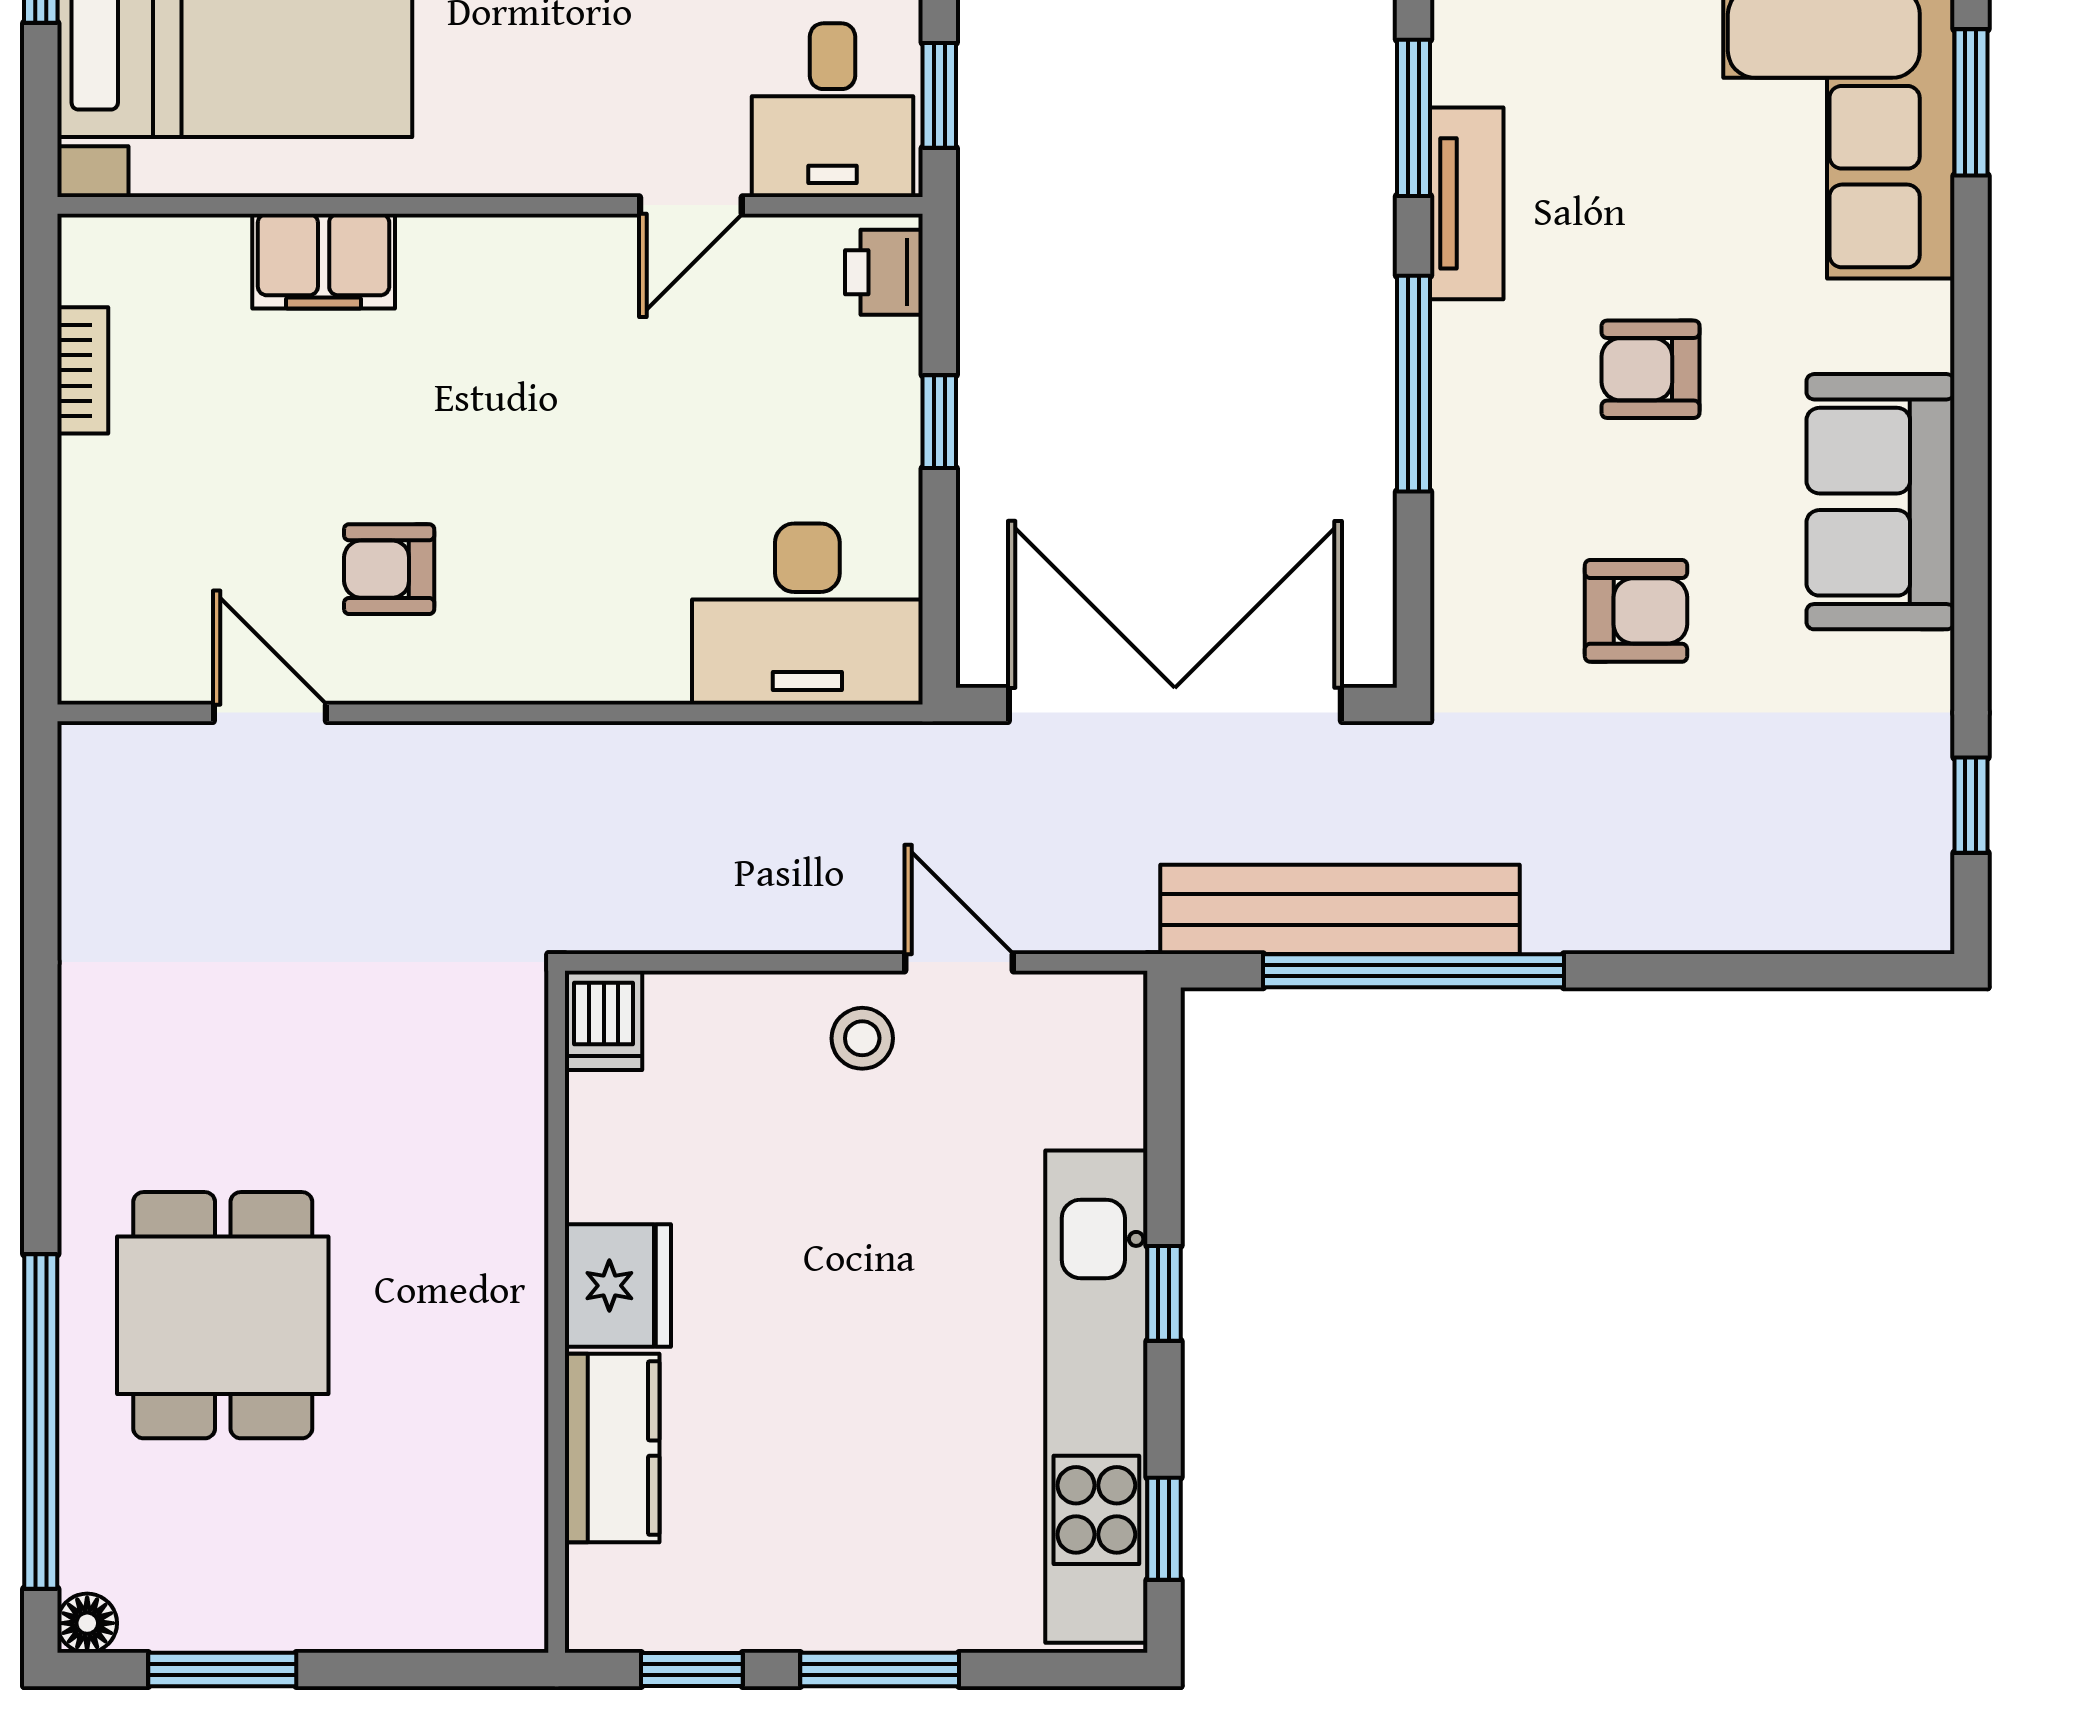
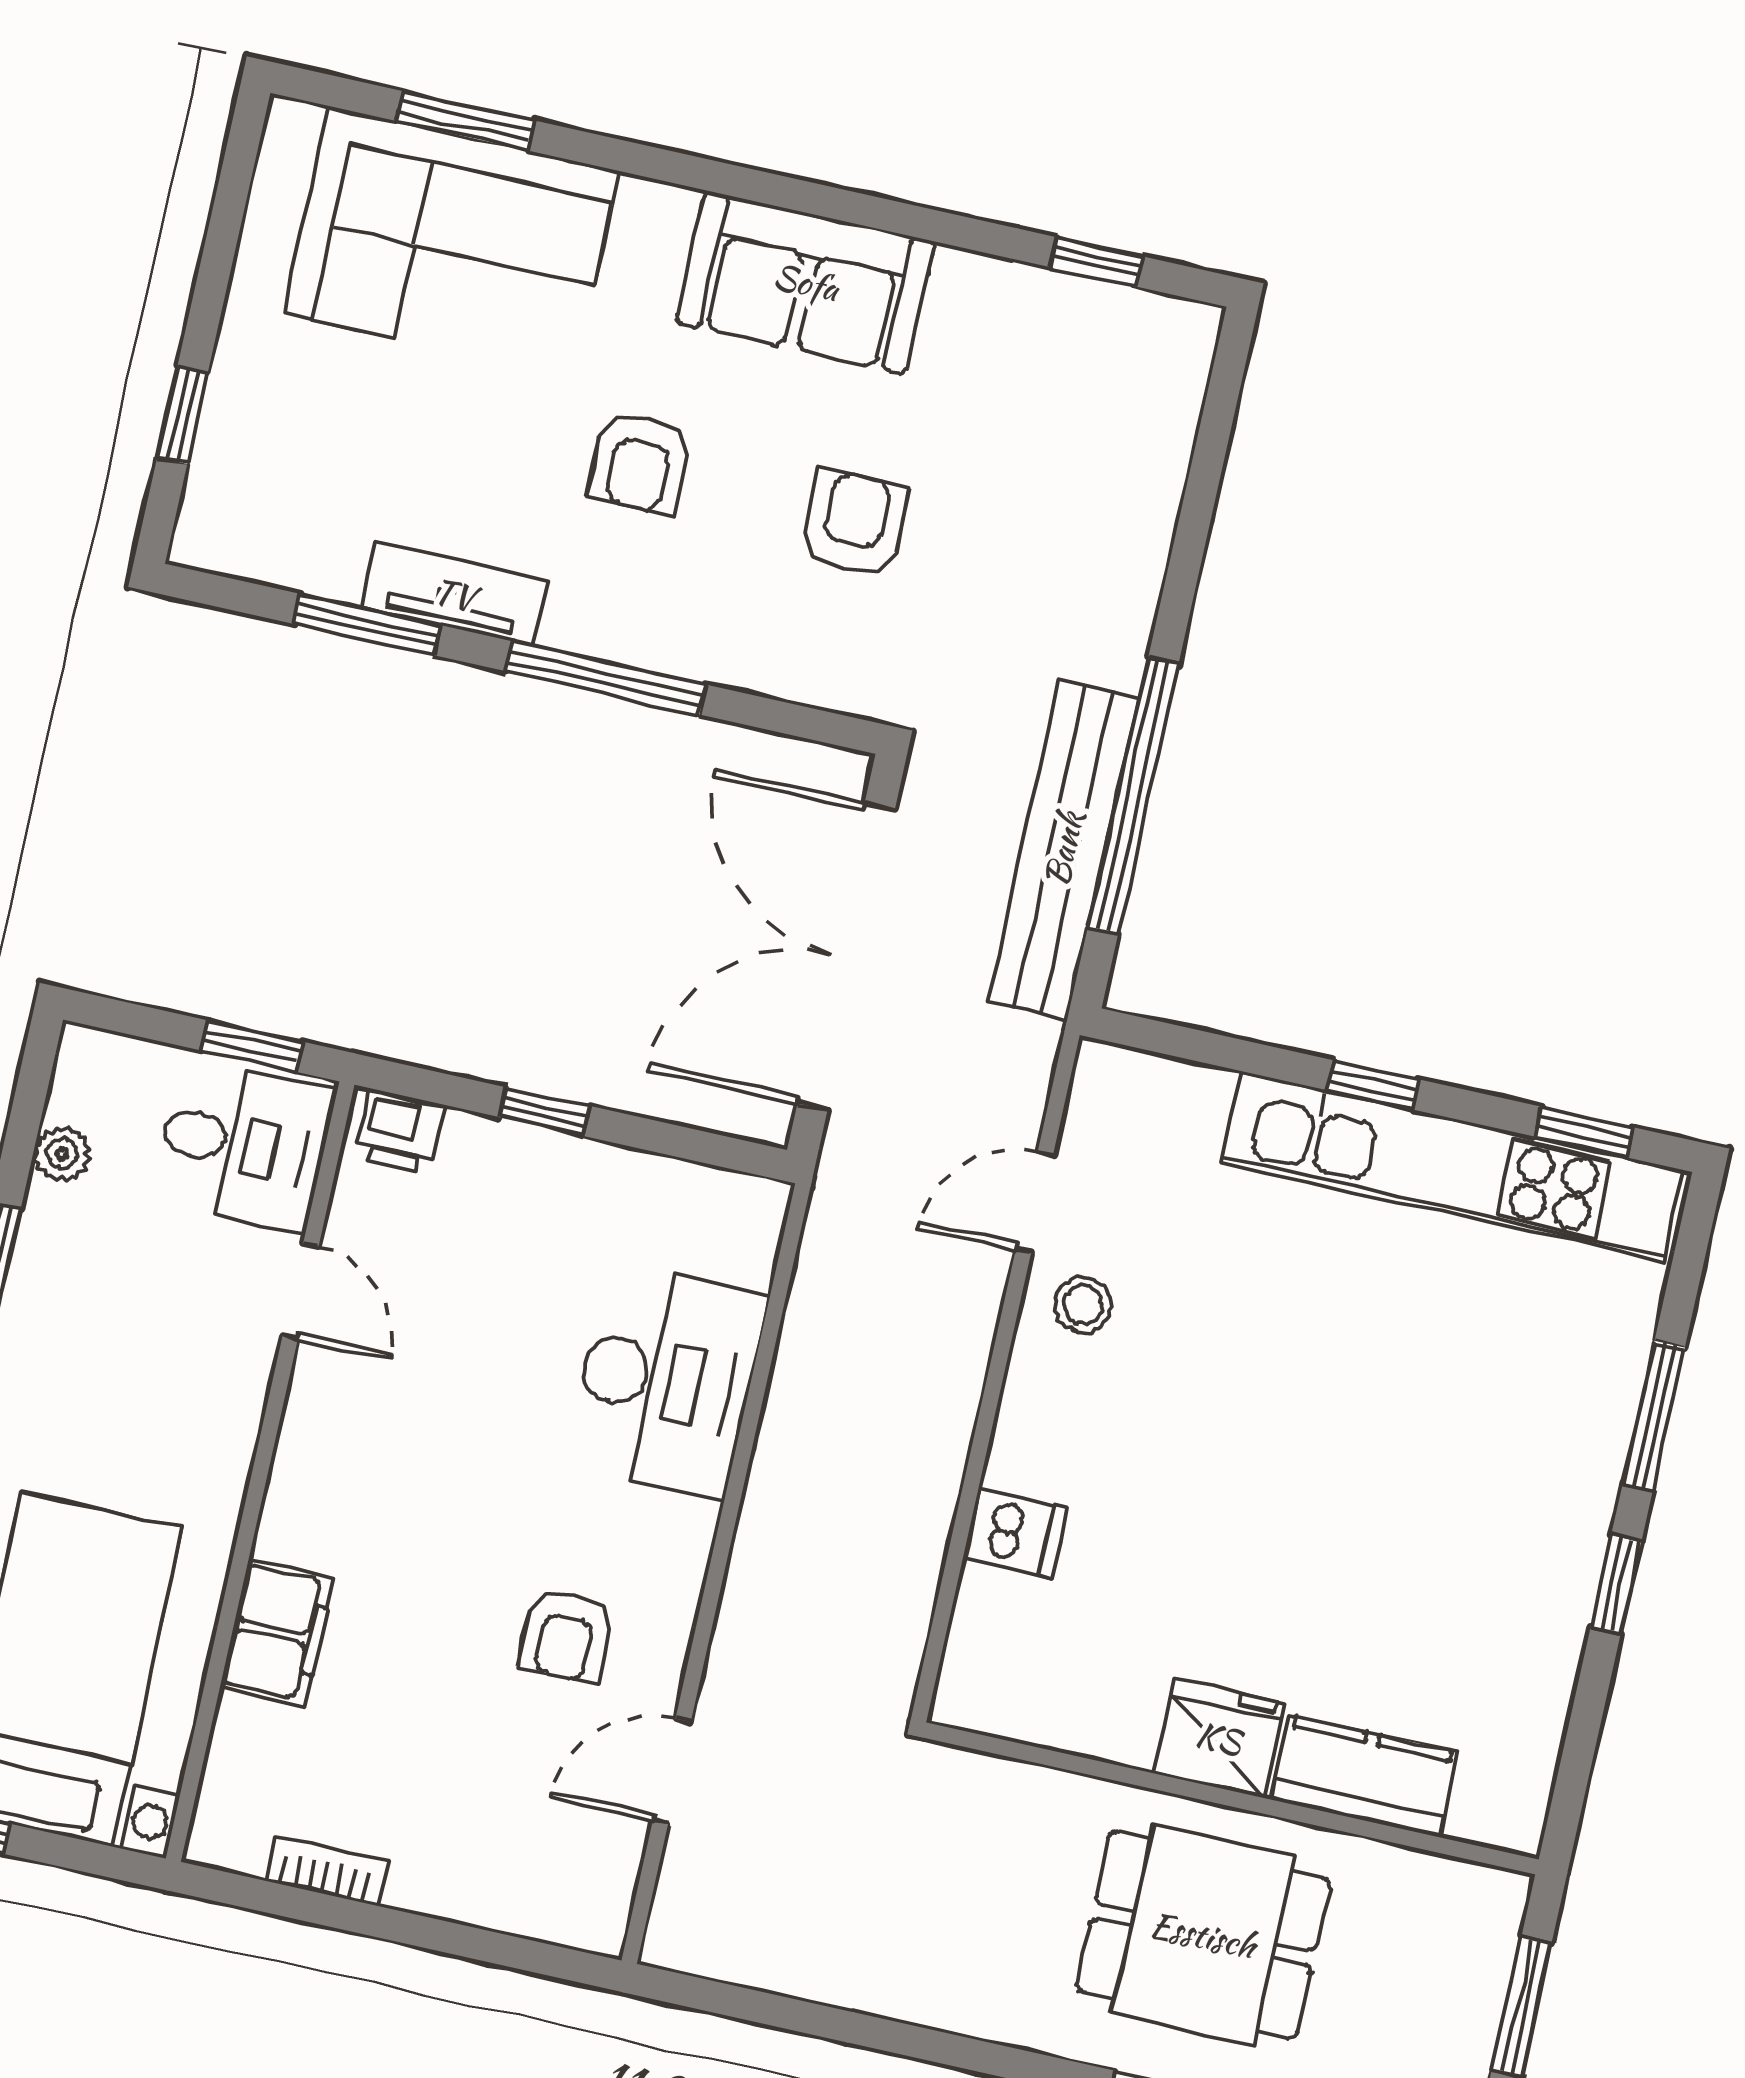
desk: (807, 614) -> (666, 1381), moved
fridge: (618, 1286) -> (1219, 1738), moved
wall: (557, 1312) -> (1231, 1798), moved
kitchen counter: (612, 1448) -> (1364, 1776), moved

